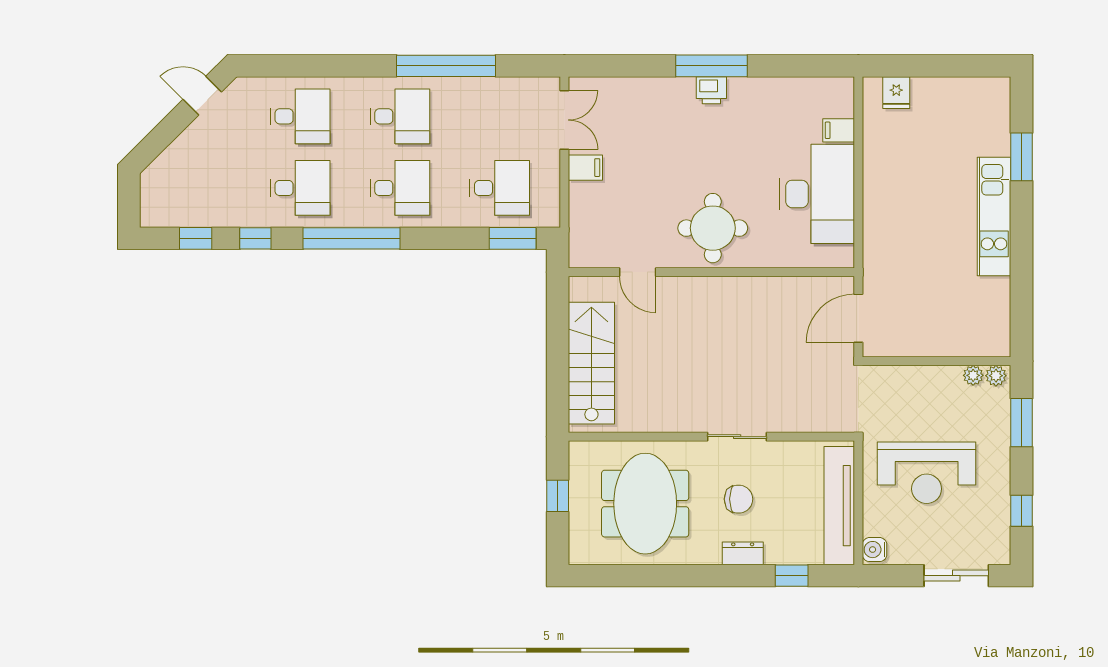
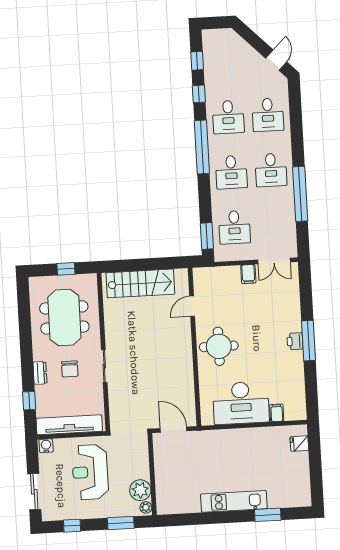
plant: (973, 375) -> (140, 490), width x1.88, depth x1.88
meeting table: (645, 504) -> (64, 317), turned 90

